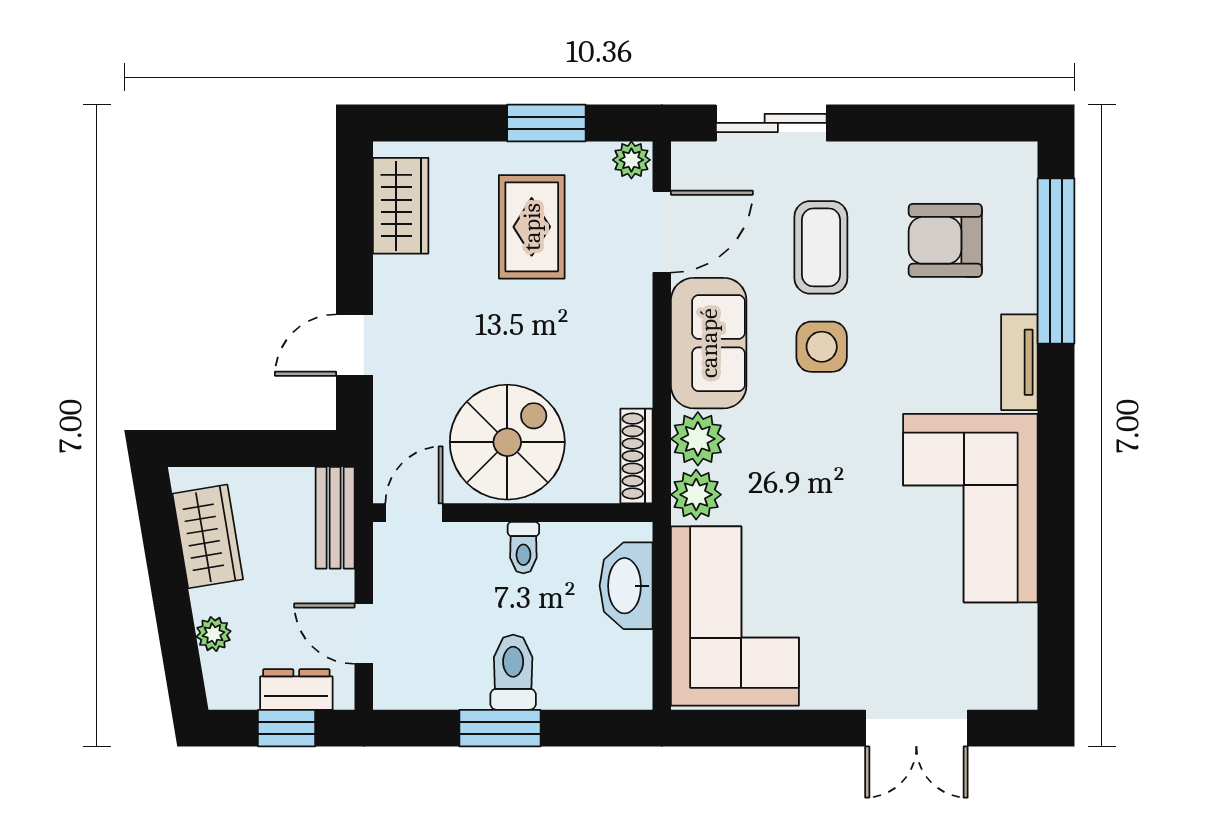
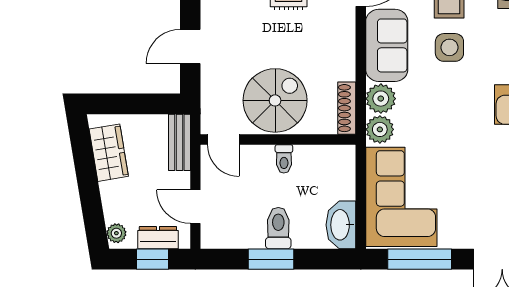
door: (414, 513) -> (223, 140), swing flipped
washbasin: (626, 586) -> (341, 225), moved
plant: (214, 634) -> (116, 233), moved
window: (768, 728) -> (420, 259), added

